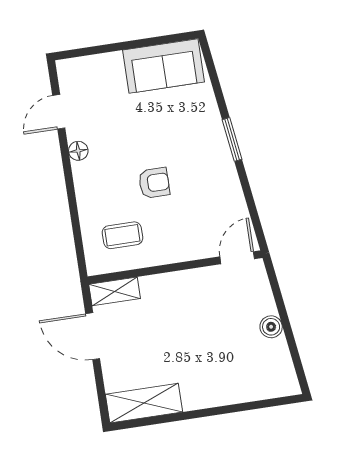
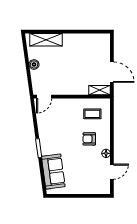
sofa: (164, 66) -> (53, 172), moved, turned 82
armchair: (154, 183) -> (89, 139), moved
shelving: (144, 403) -> (46, 40), moved

